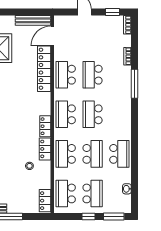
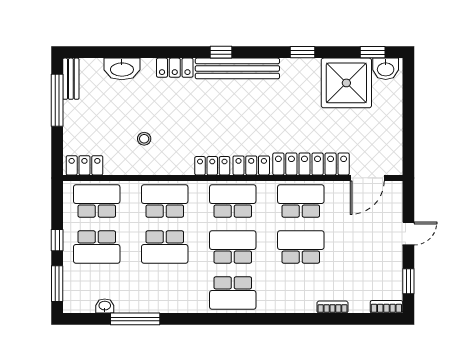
bench: (33, 20) -> (394, 145), removed
door: (52, 36) -> (367, 178), swing flipped
window: (134, 84) -> (135, 319), moved
locker: (45, 149) -> (251, 165), moved
school desk: (119, 154) -> (233, 293), moved

